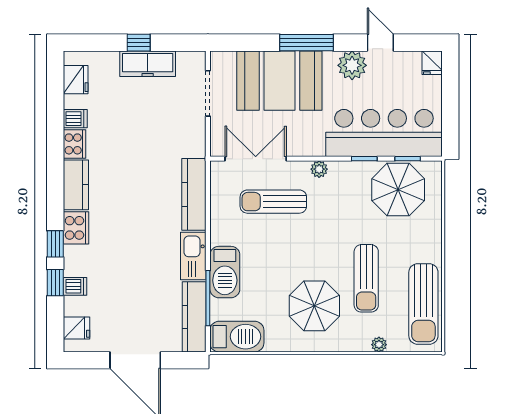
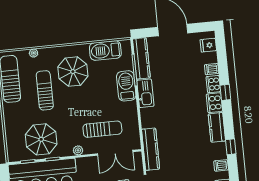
cooker: (74, 144) -> (213, 84), moved
parasol: (398, 190) -> (41, 139), moved
kitchen counter: (194, 194) -> (151, 149), moved
window: (55, 283) -> (231, 147), moved
barbecue: (237, 337) -> (105, 51), moved

